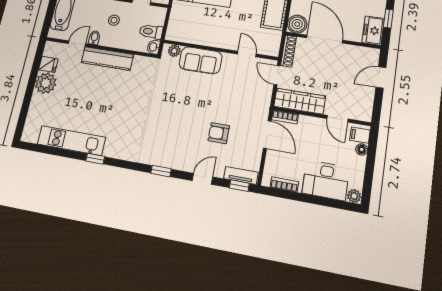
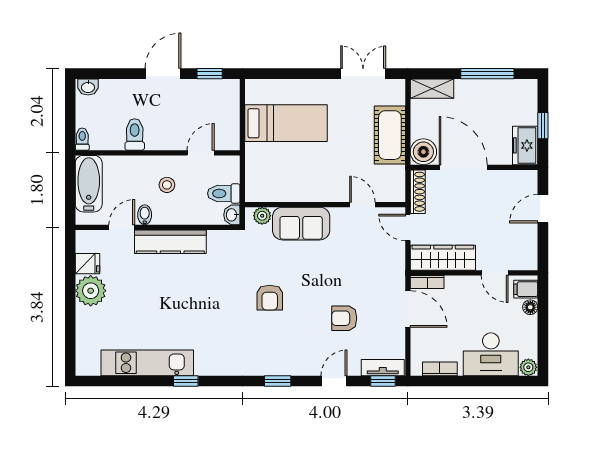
armchair: (168, 109) -> (270, 298), added

